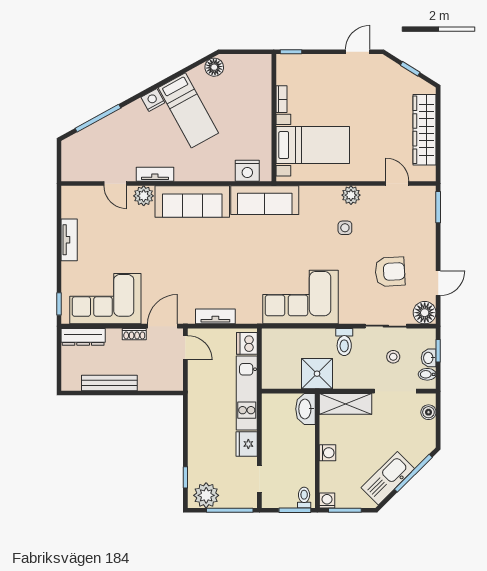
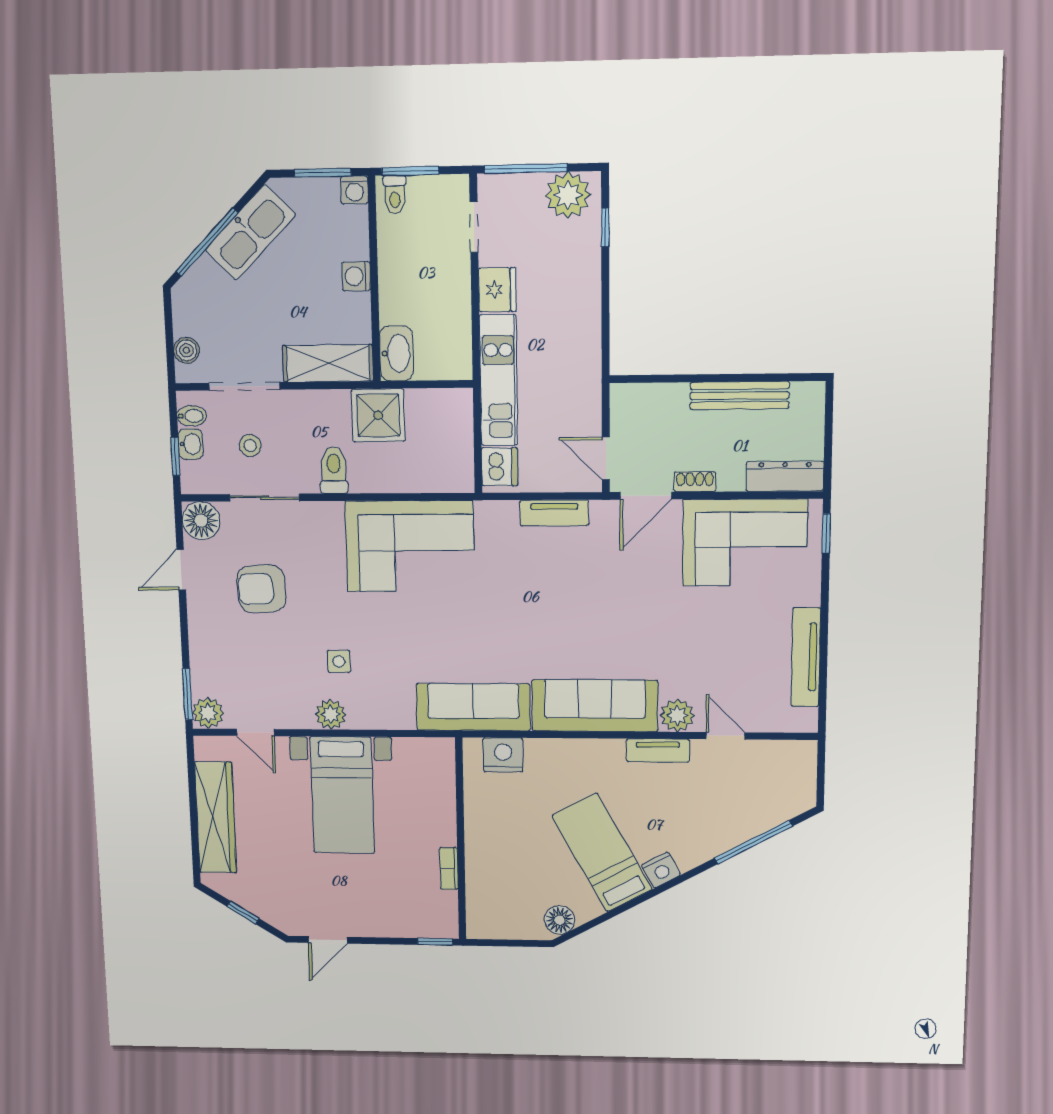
bed with nightstands: (313, 145) -> (342, 795), moved, turned -90
plant: (426, 196) -> (208, 713), added
tv unit: (69, 240) -> (806, 657), width x1.41

